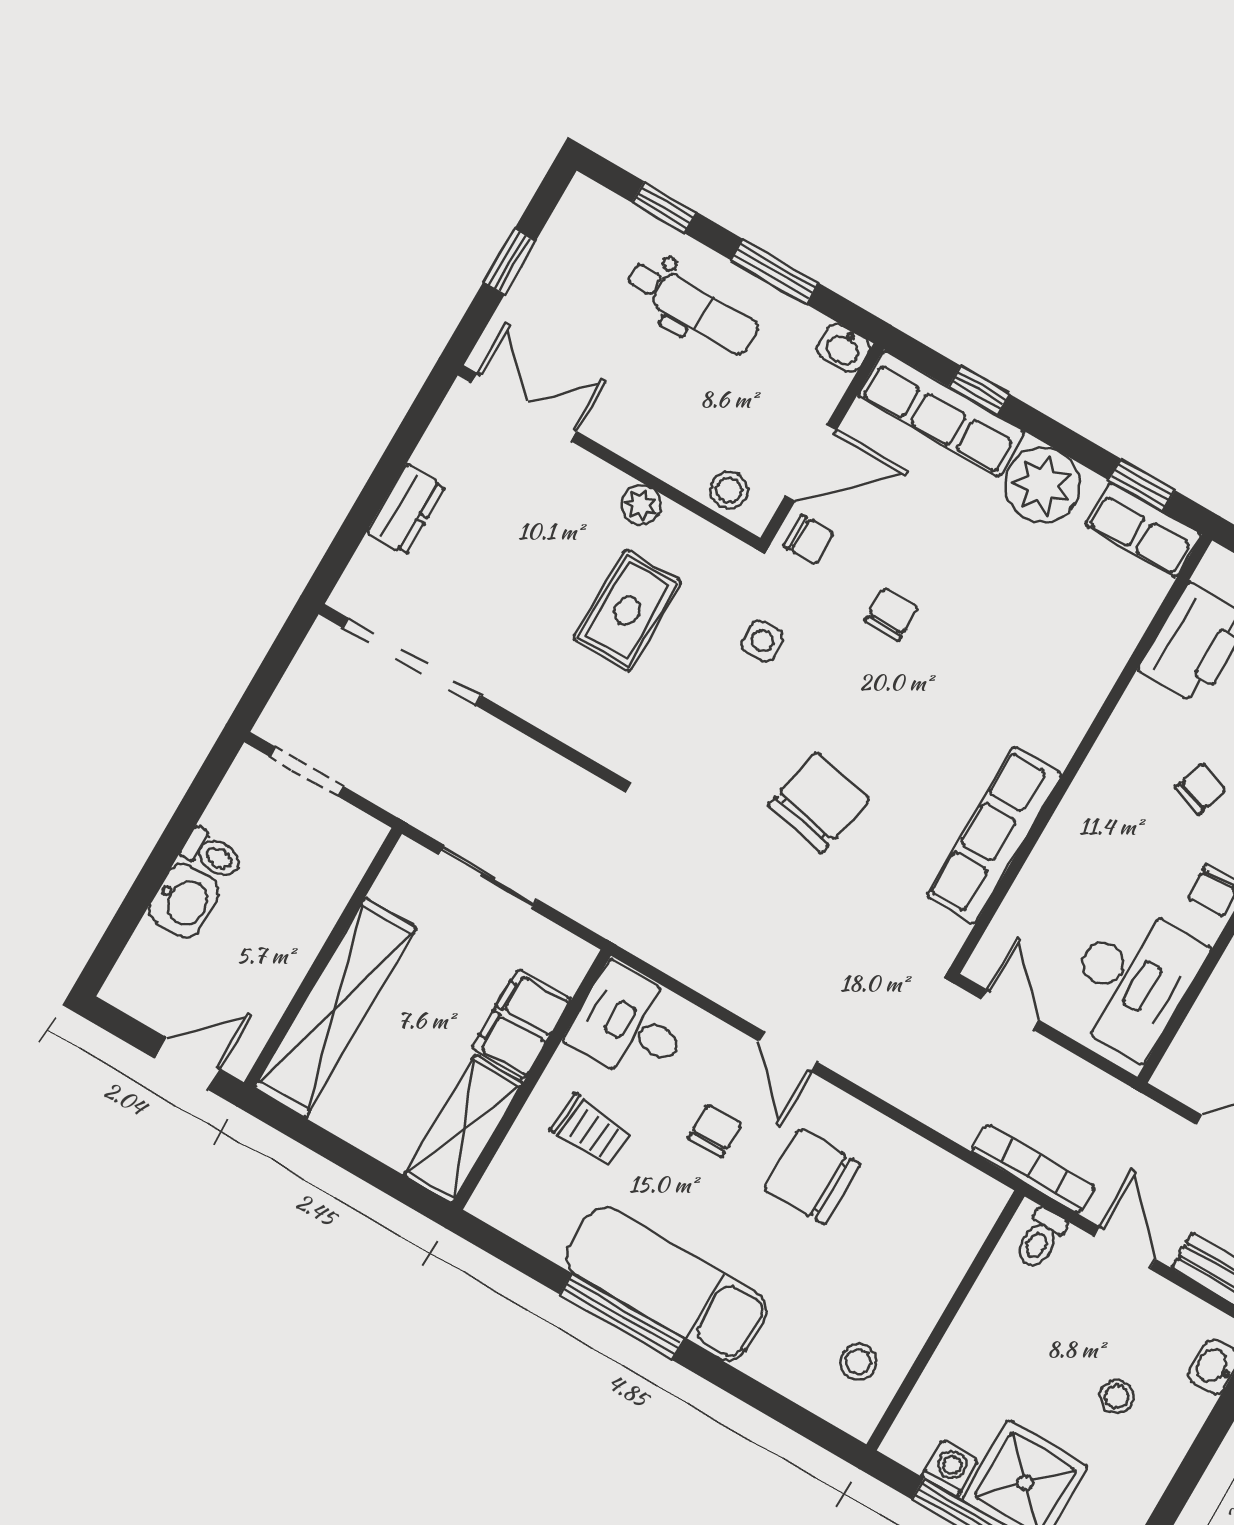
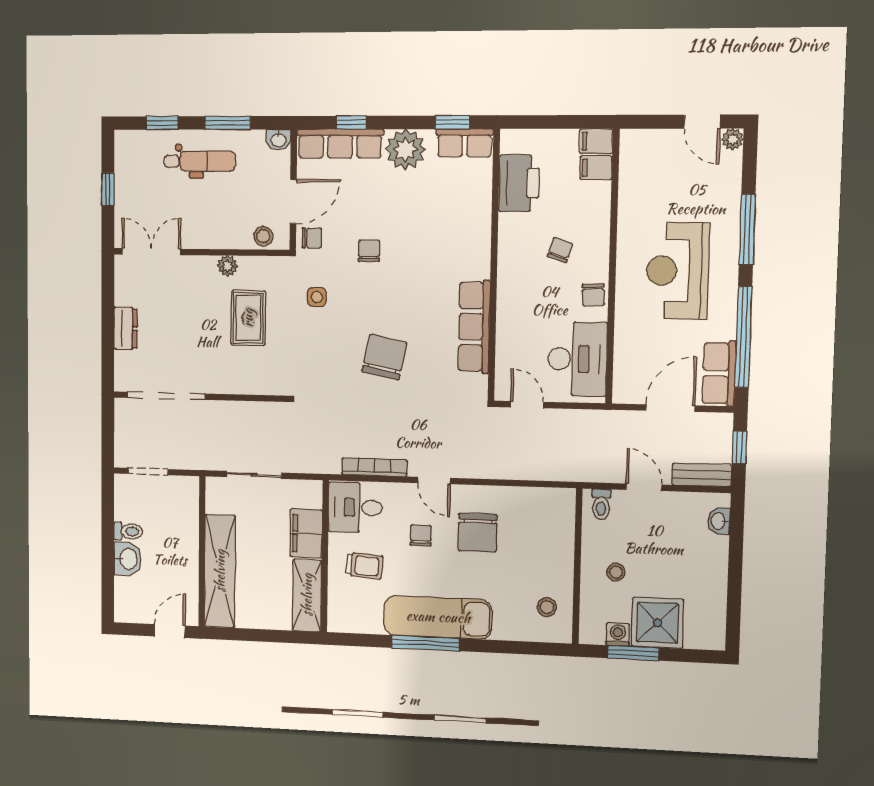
bookcase: (1033, 1169) -> (374, 467), moved
chair: (812, 1177) -> (478, 533), turned -90
stool: (1117, 1397) -> (616, 572), moved

